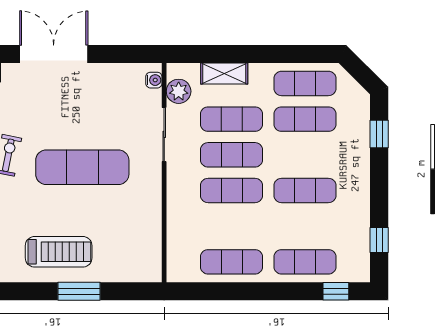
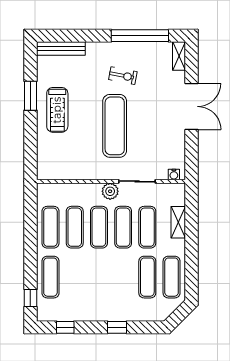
plant: (179, 91) -> (110, 191), moved
window: (379, 134) -> (117, 327), moved
exercise mat: (305, 190) -> (75, 227), moved
window: (79, 291) -> (30, 96), moved

